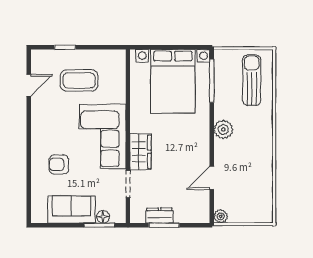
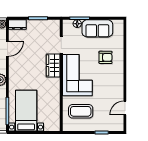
coffee table: (79, 80) -> (81, 111), moved
bed with nightstands: (173, 81) -> (26, 111), width x0.73
dresser: (159, 216) -> (17, 25), moved

